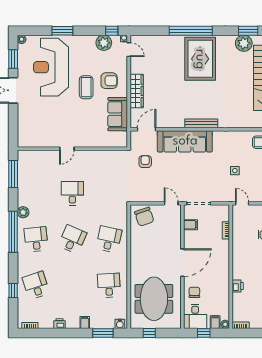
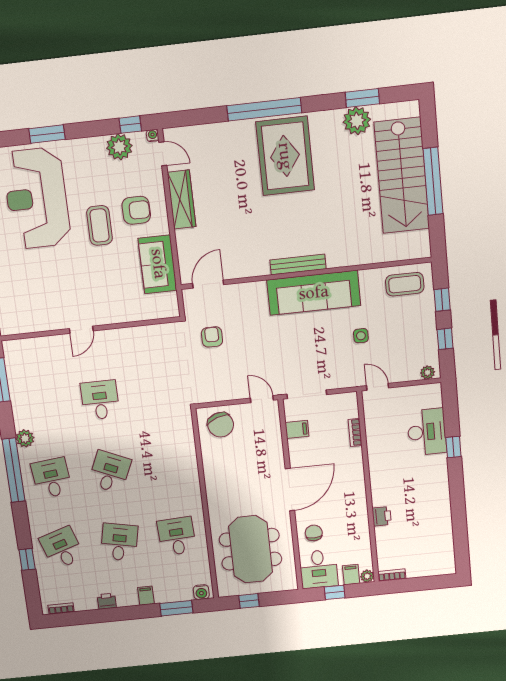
wardrobe: (137, 91) -> (182, 200), moved
sofa: (185, 141) -> (314, 293), moved
desk: (109, 239) -> (119, 542), moved

